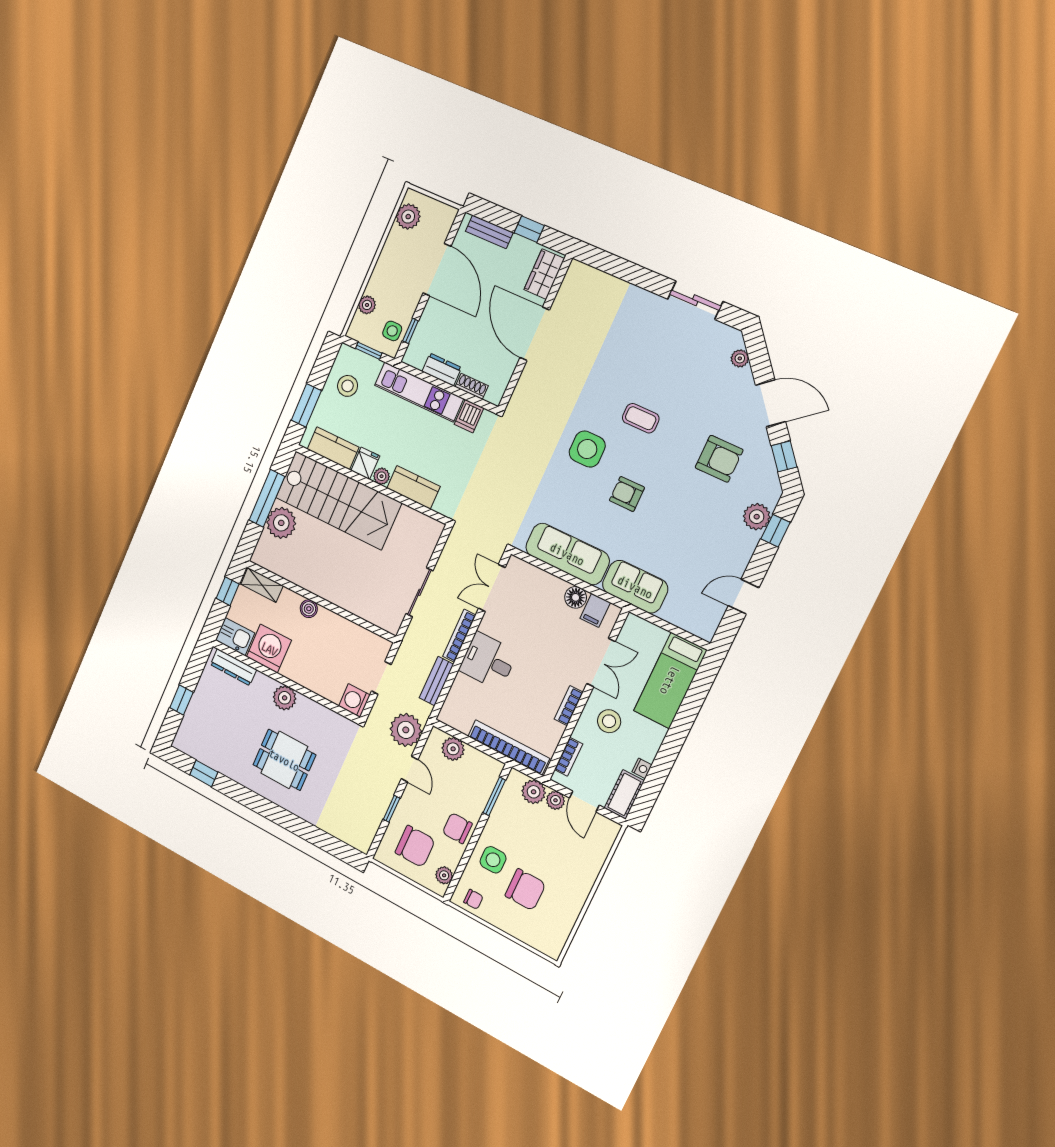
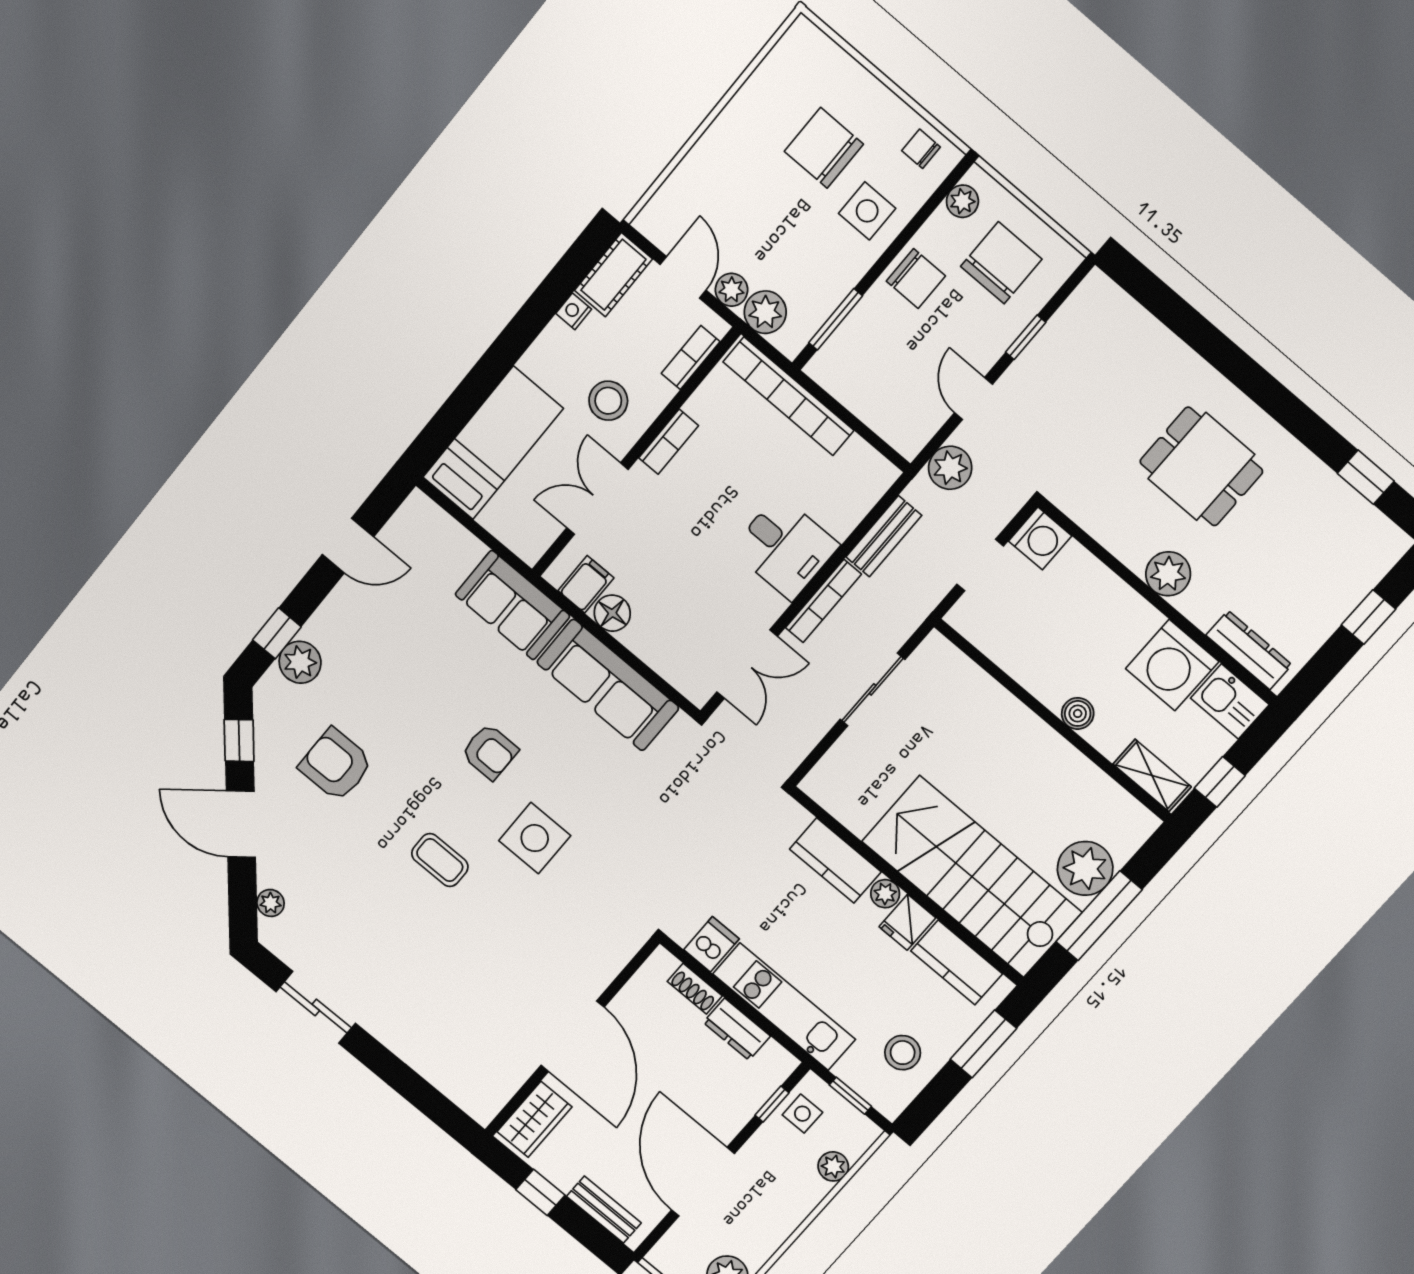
plant: (406, 730) -> (950, 468), width x0.73, depth x0.73
plant: (453, 749) -> (886, 416), removed
chair: (415, 846) -> (1001, 263), turned 90

